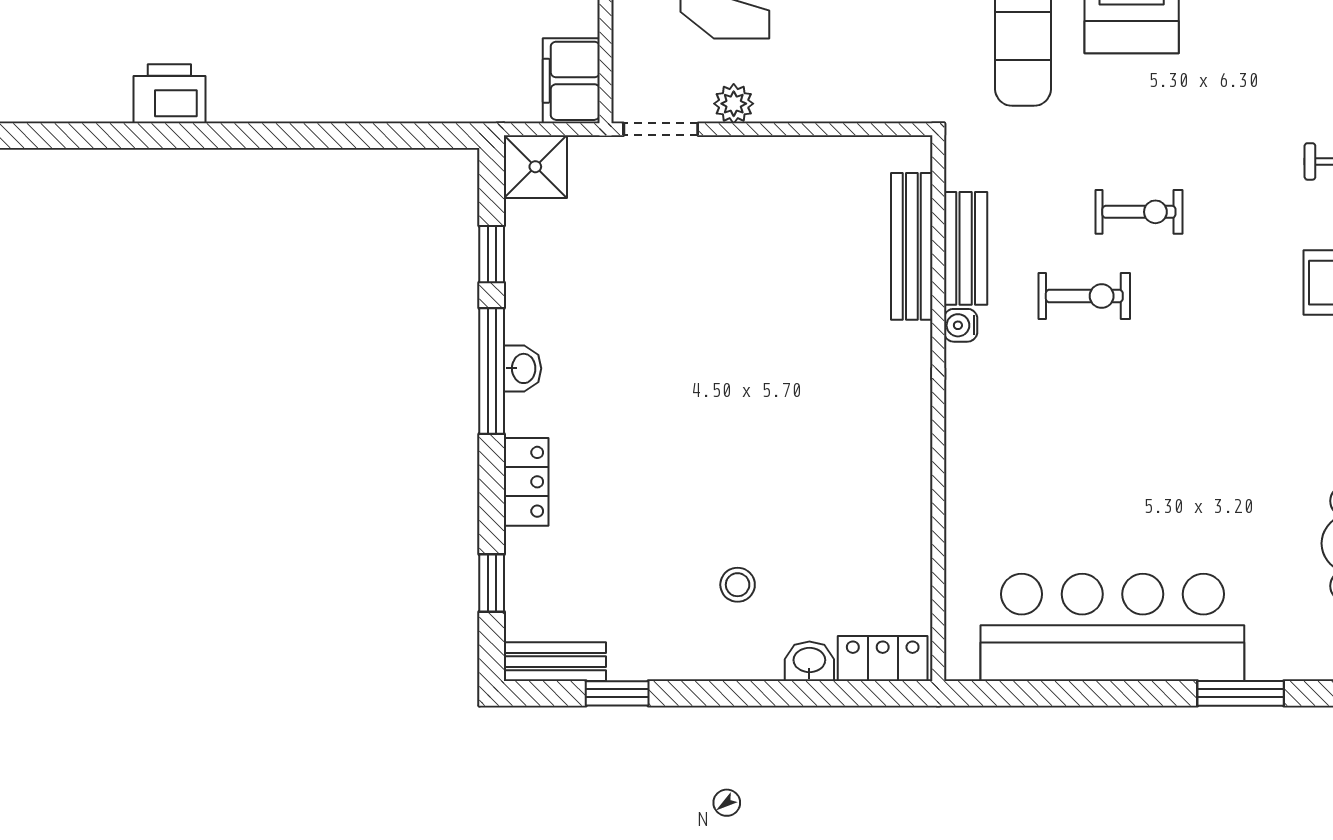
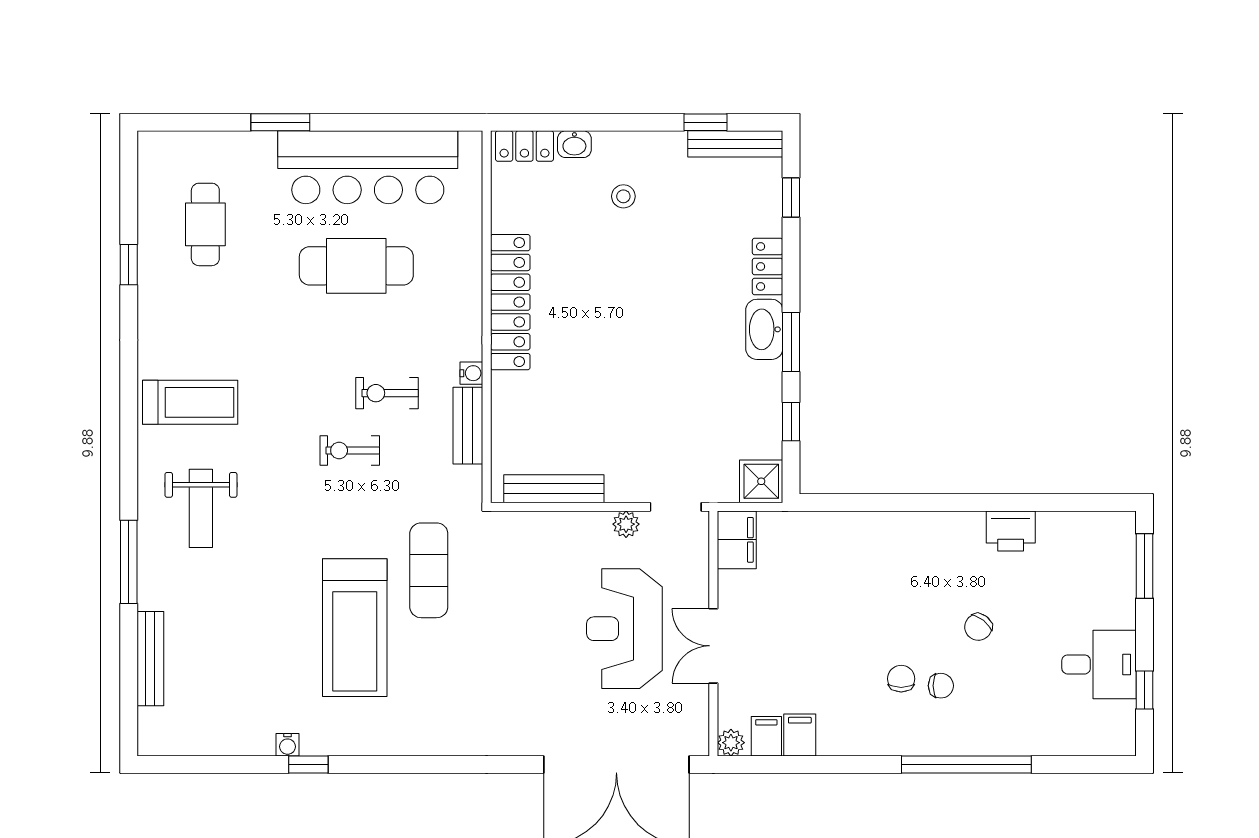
bench: (912, 246) -> (554, 489), moved, turned 90
washbasin: (523, 368) -> (764, 329), width x1.91, depth x1.45
window: (492, 371) -> (791, 342), width x0.69
locker: (904, 430) -> (510, 302), added
cafe table: (1129, 483) -> (356, 266), added
bench: (555, 662) -> (735, 144), width x1.36

